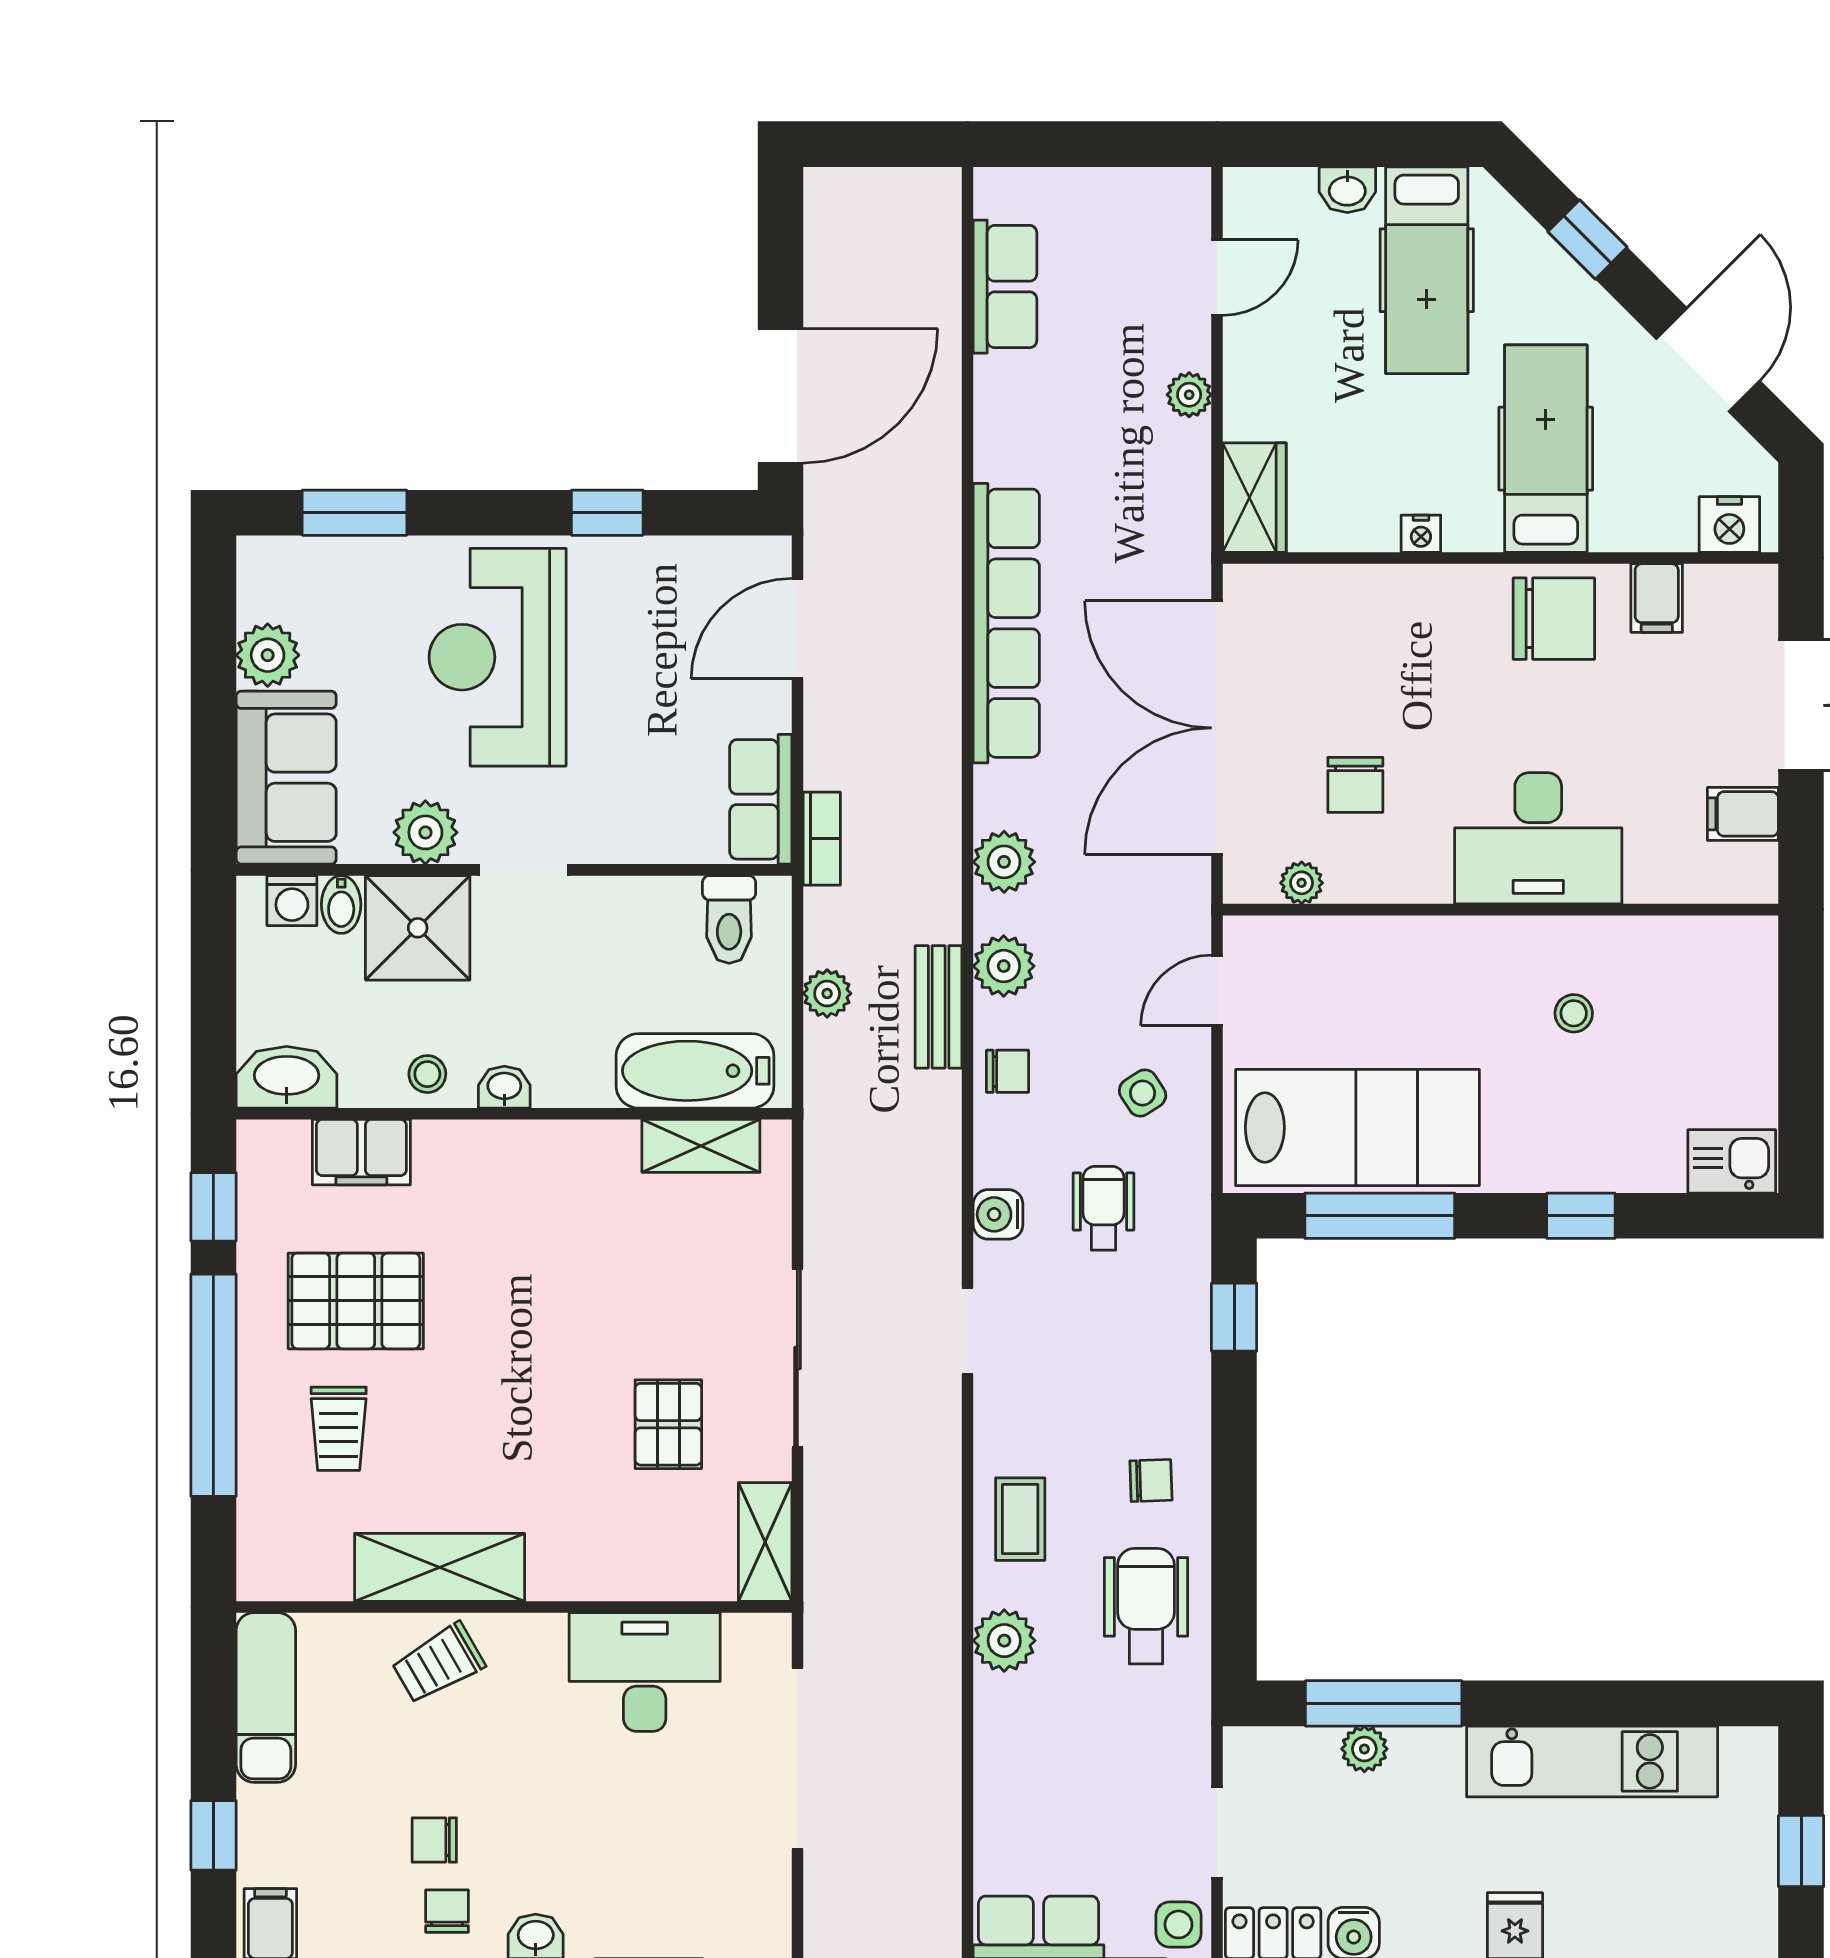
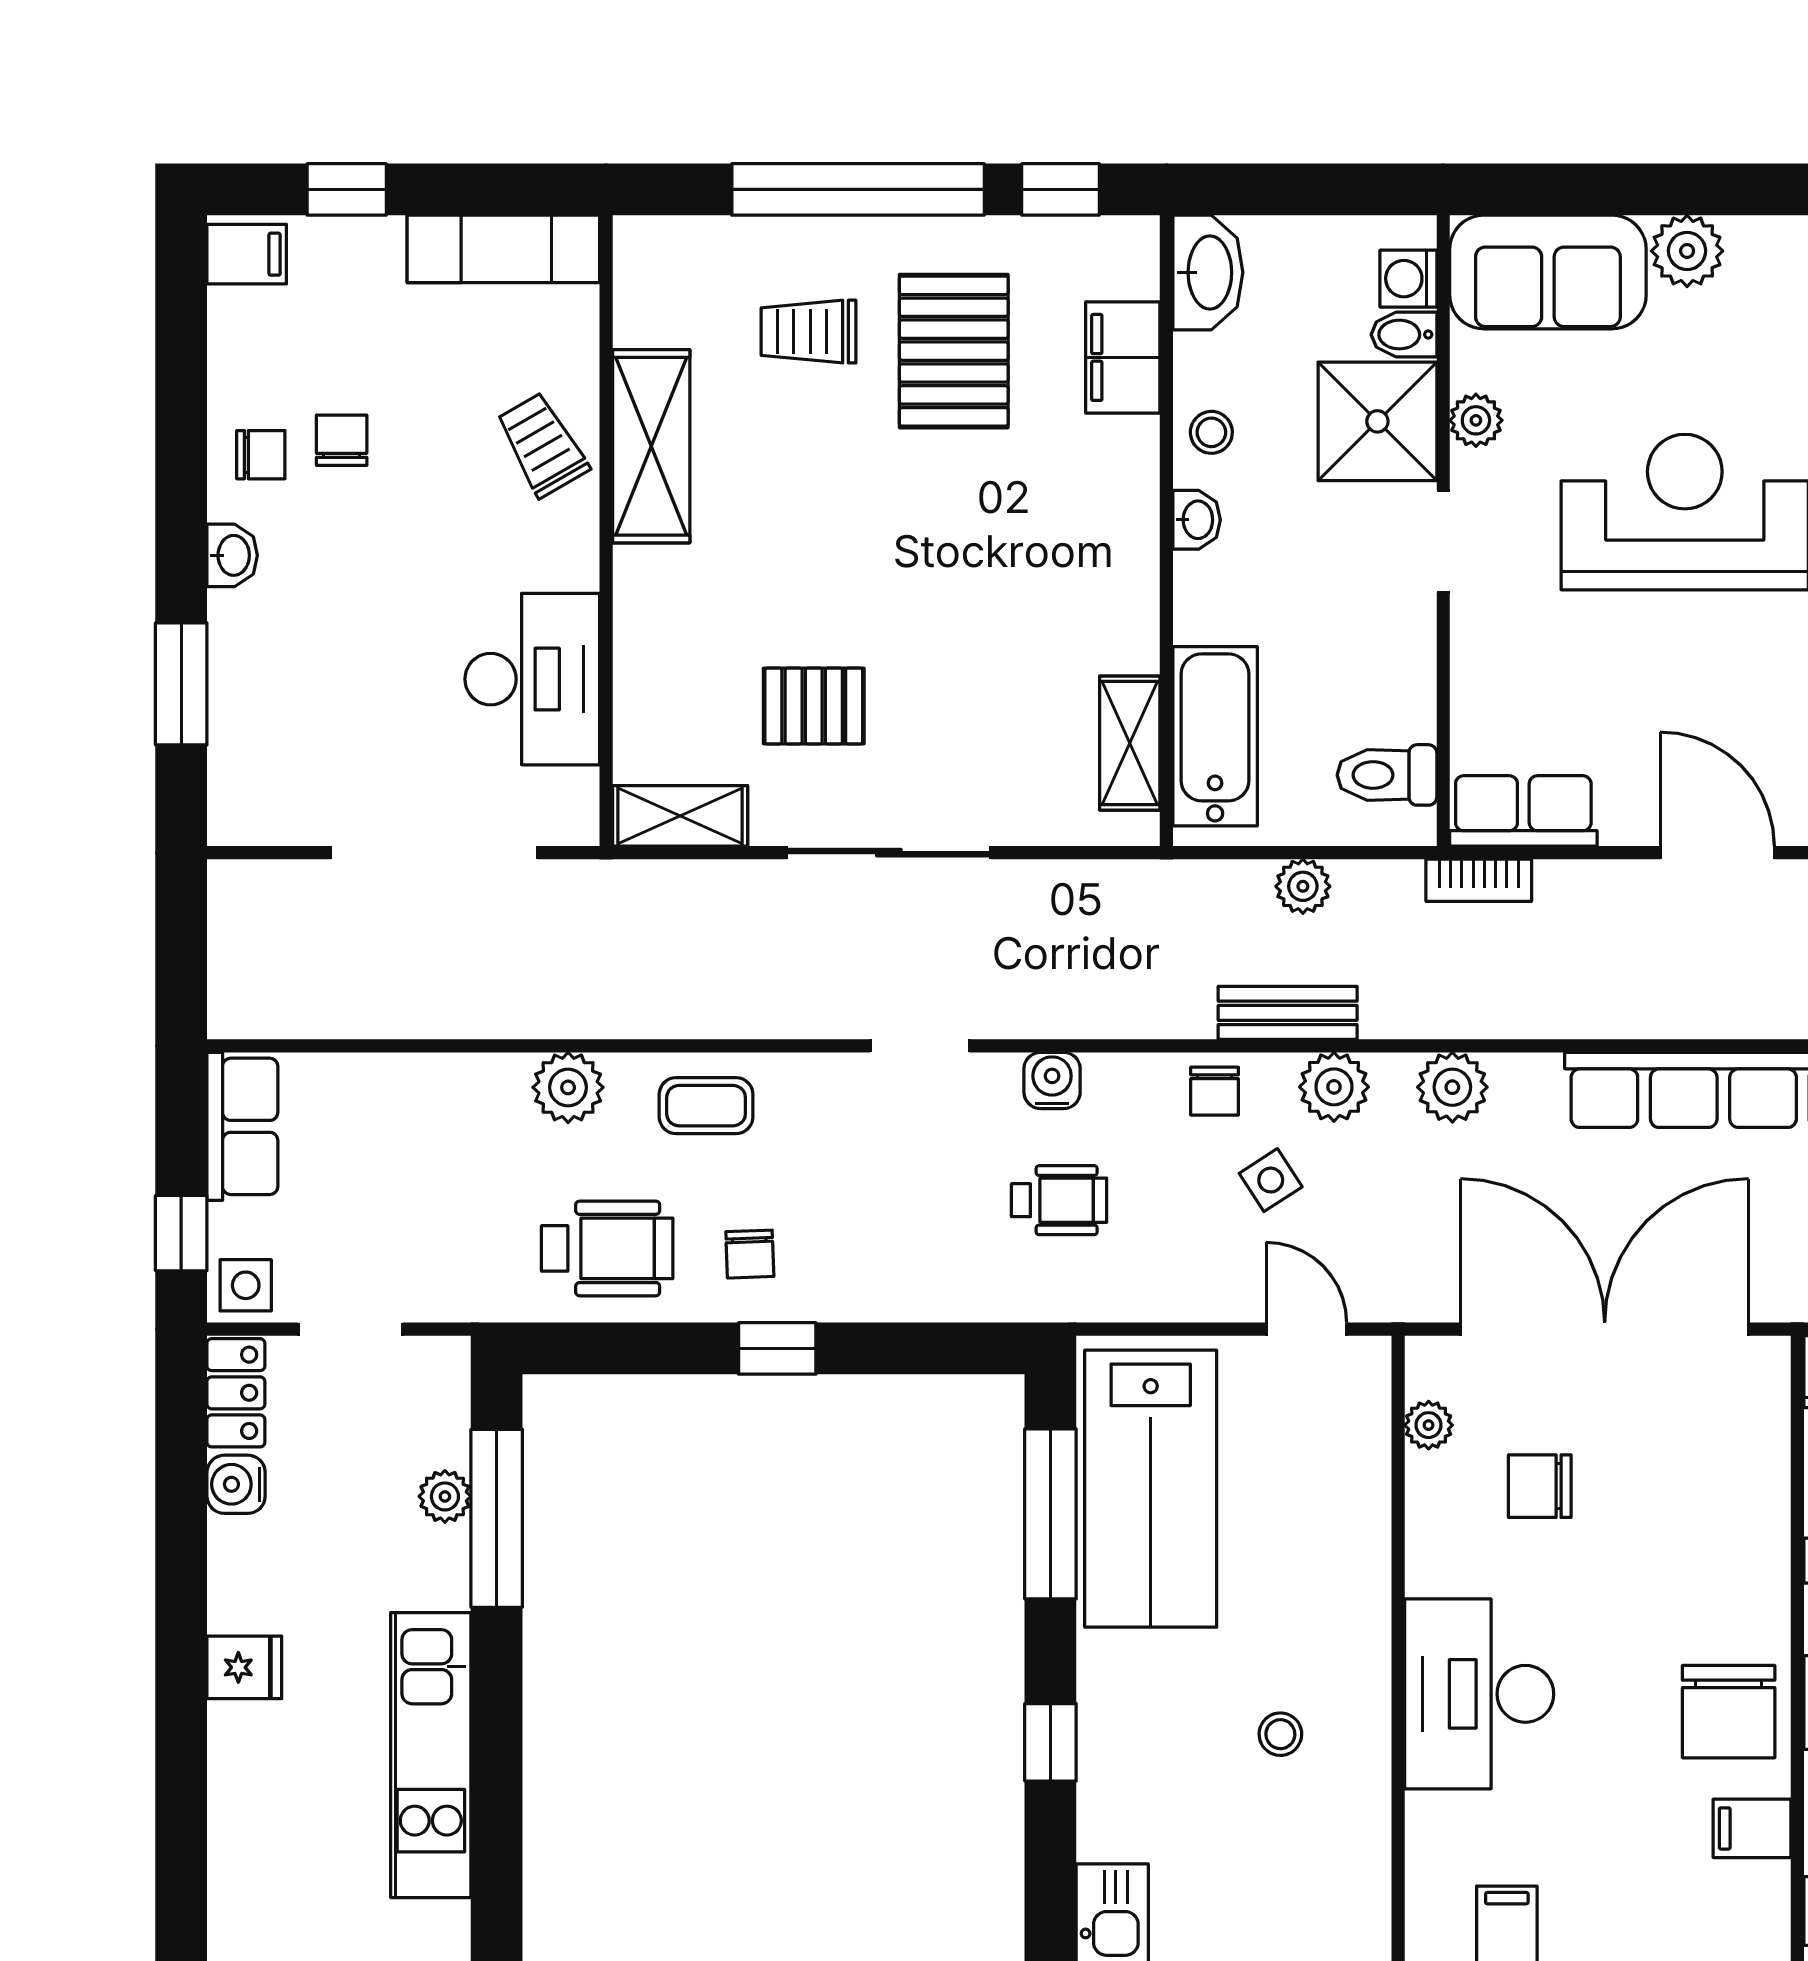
plant: (425, 832) -> (1476, 420), width x0.73, depth x0.73
side table: (1143, 1093) -> (1271, 1180), moved
window: (1234, 1317) -> (777, 1348), moved

